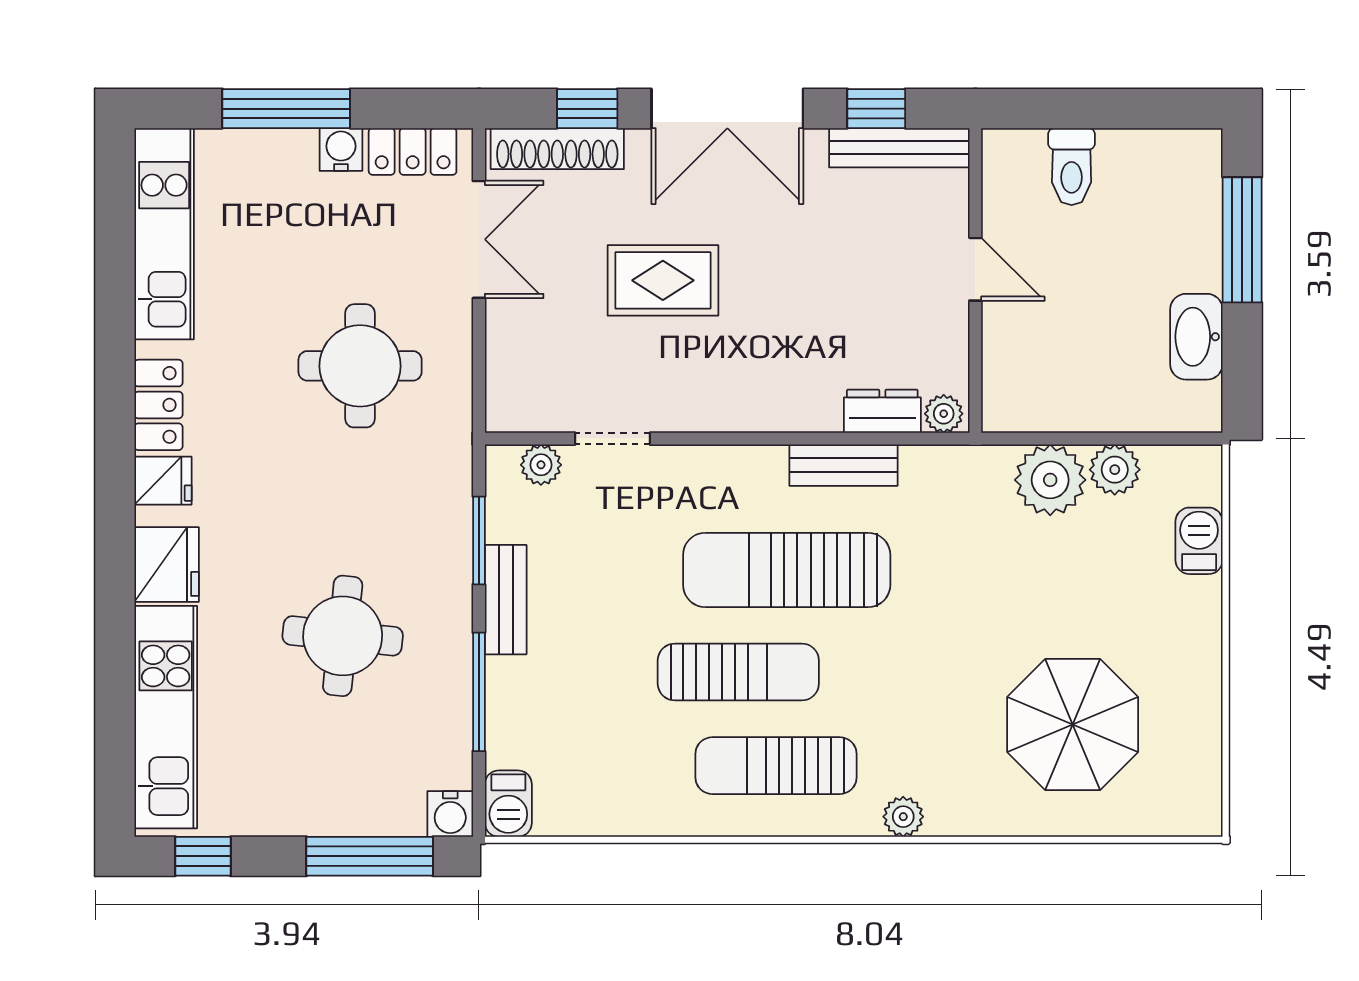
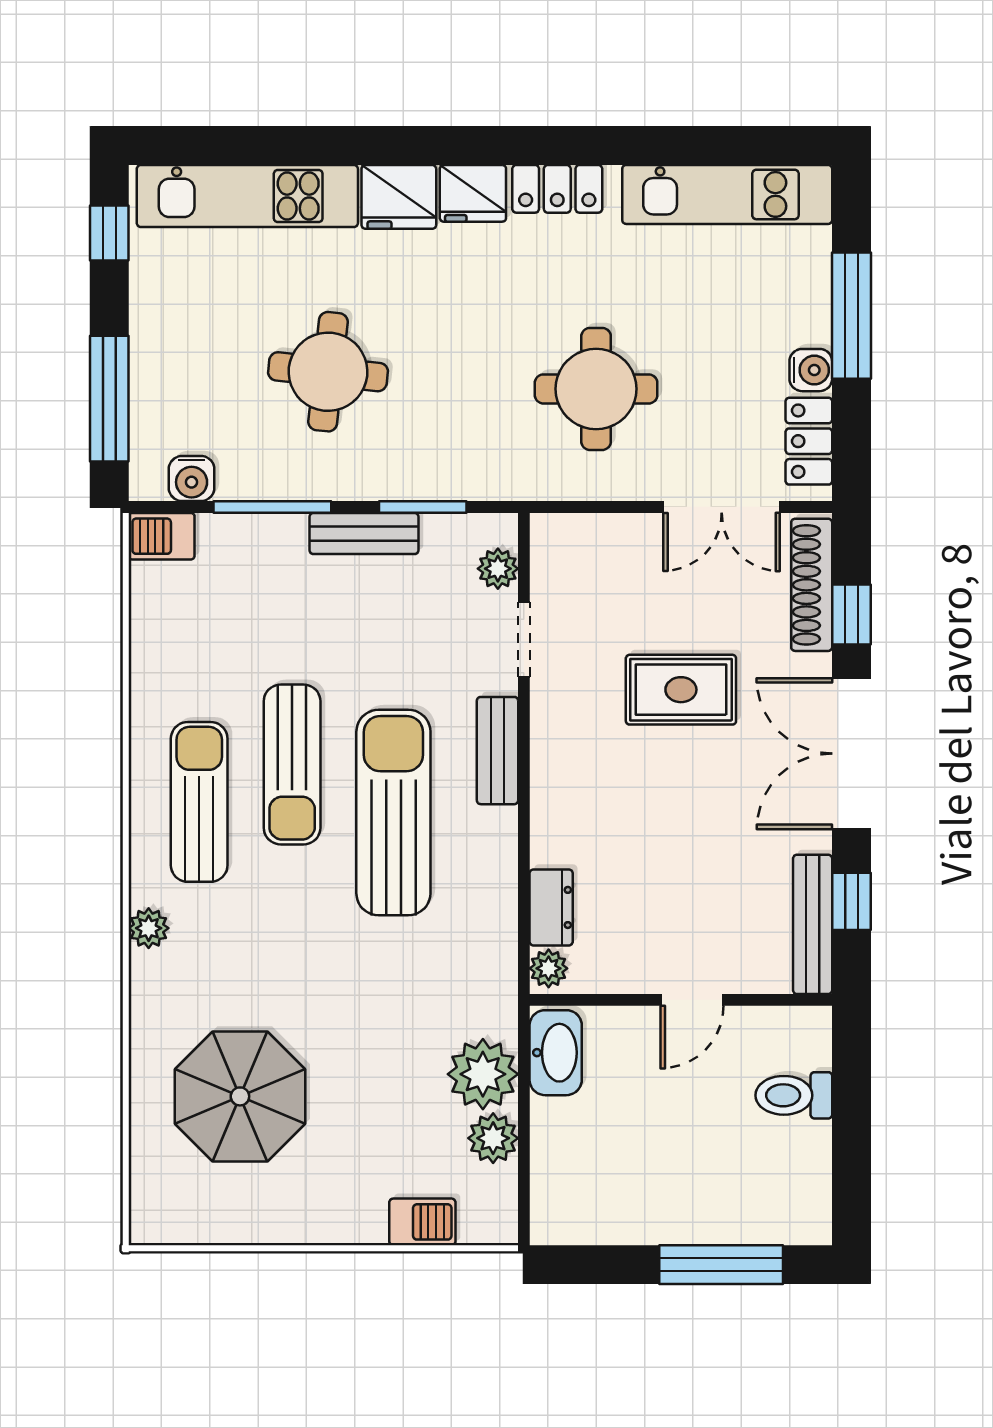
rug: (663, 280) -> (681, 690), turned 90
washbasin: (1196, 337) -> (556, 1053), moved, turned 90
bench: (843, 465) -> (498, 751), moved
fridge: (163, 481) -> (473, 193), width x1.38
water cooler: (450, 814) -> (192, 478), moved, turned -90

